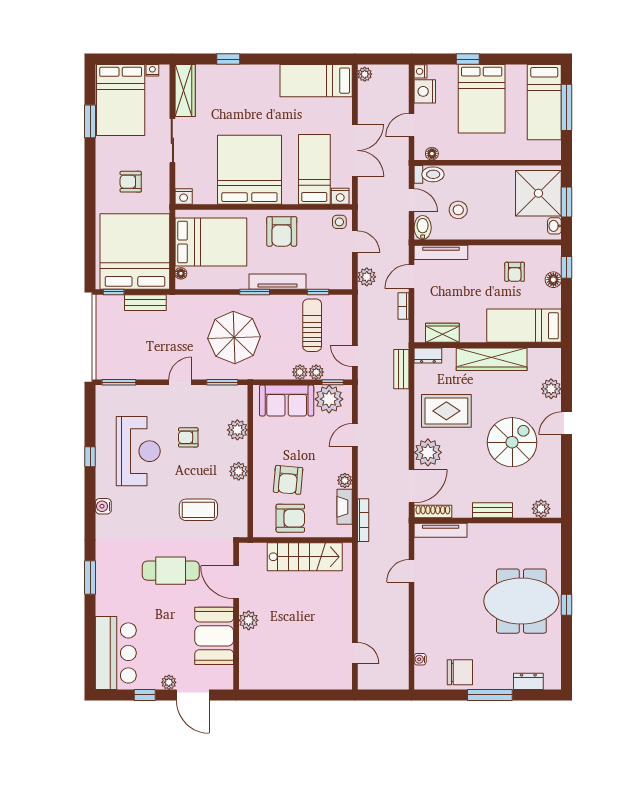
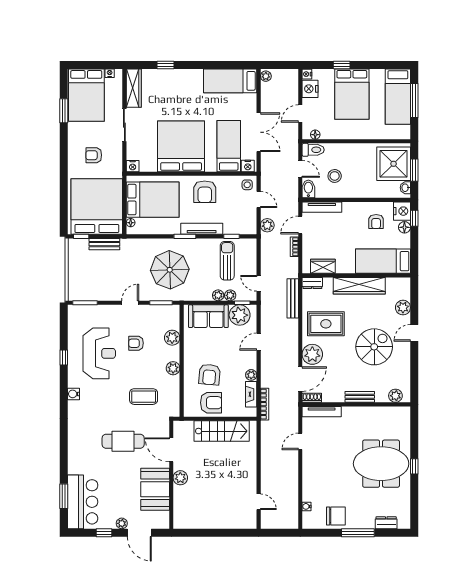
nightstand: (550, 258) -> (402, 211), added
bench: (401, 369) -> (293, 298), width x1.36
shoe rack: (433, 512) -> (312, 398), width x0.70
window: (90, 578) -> (64, 496), moved

